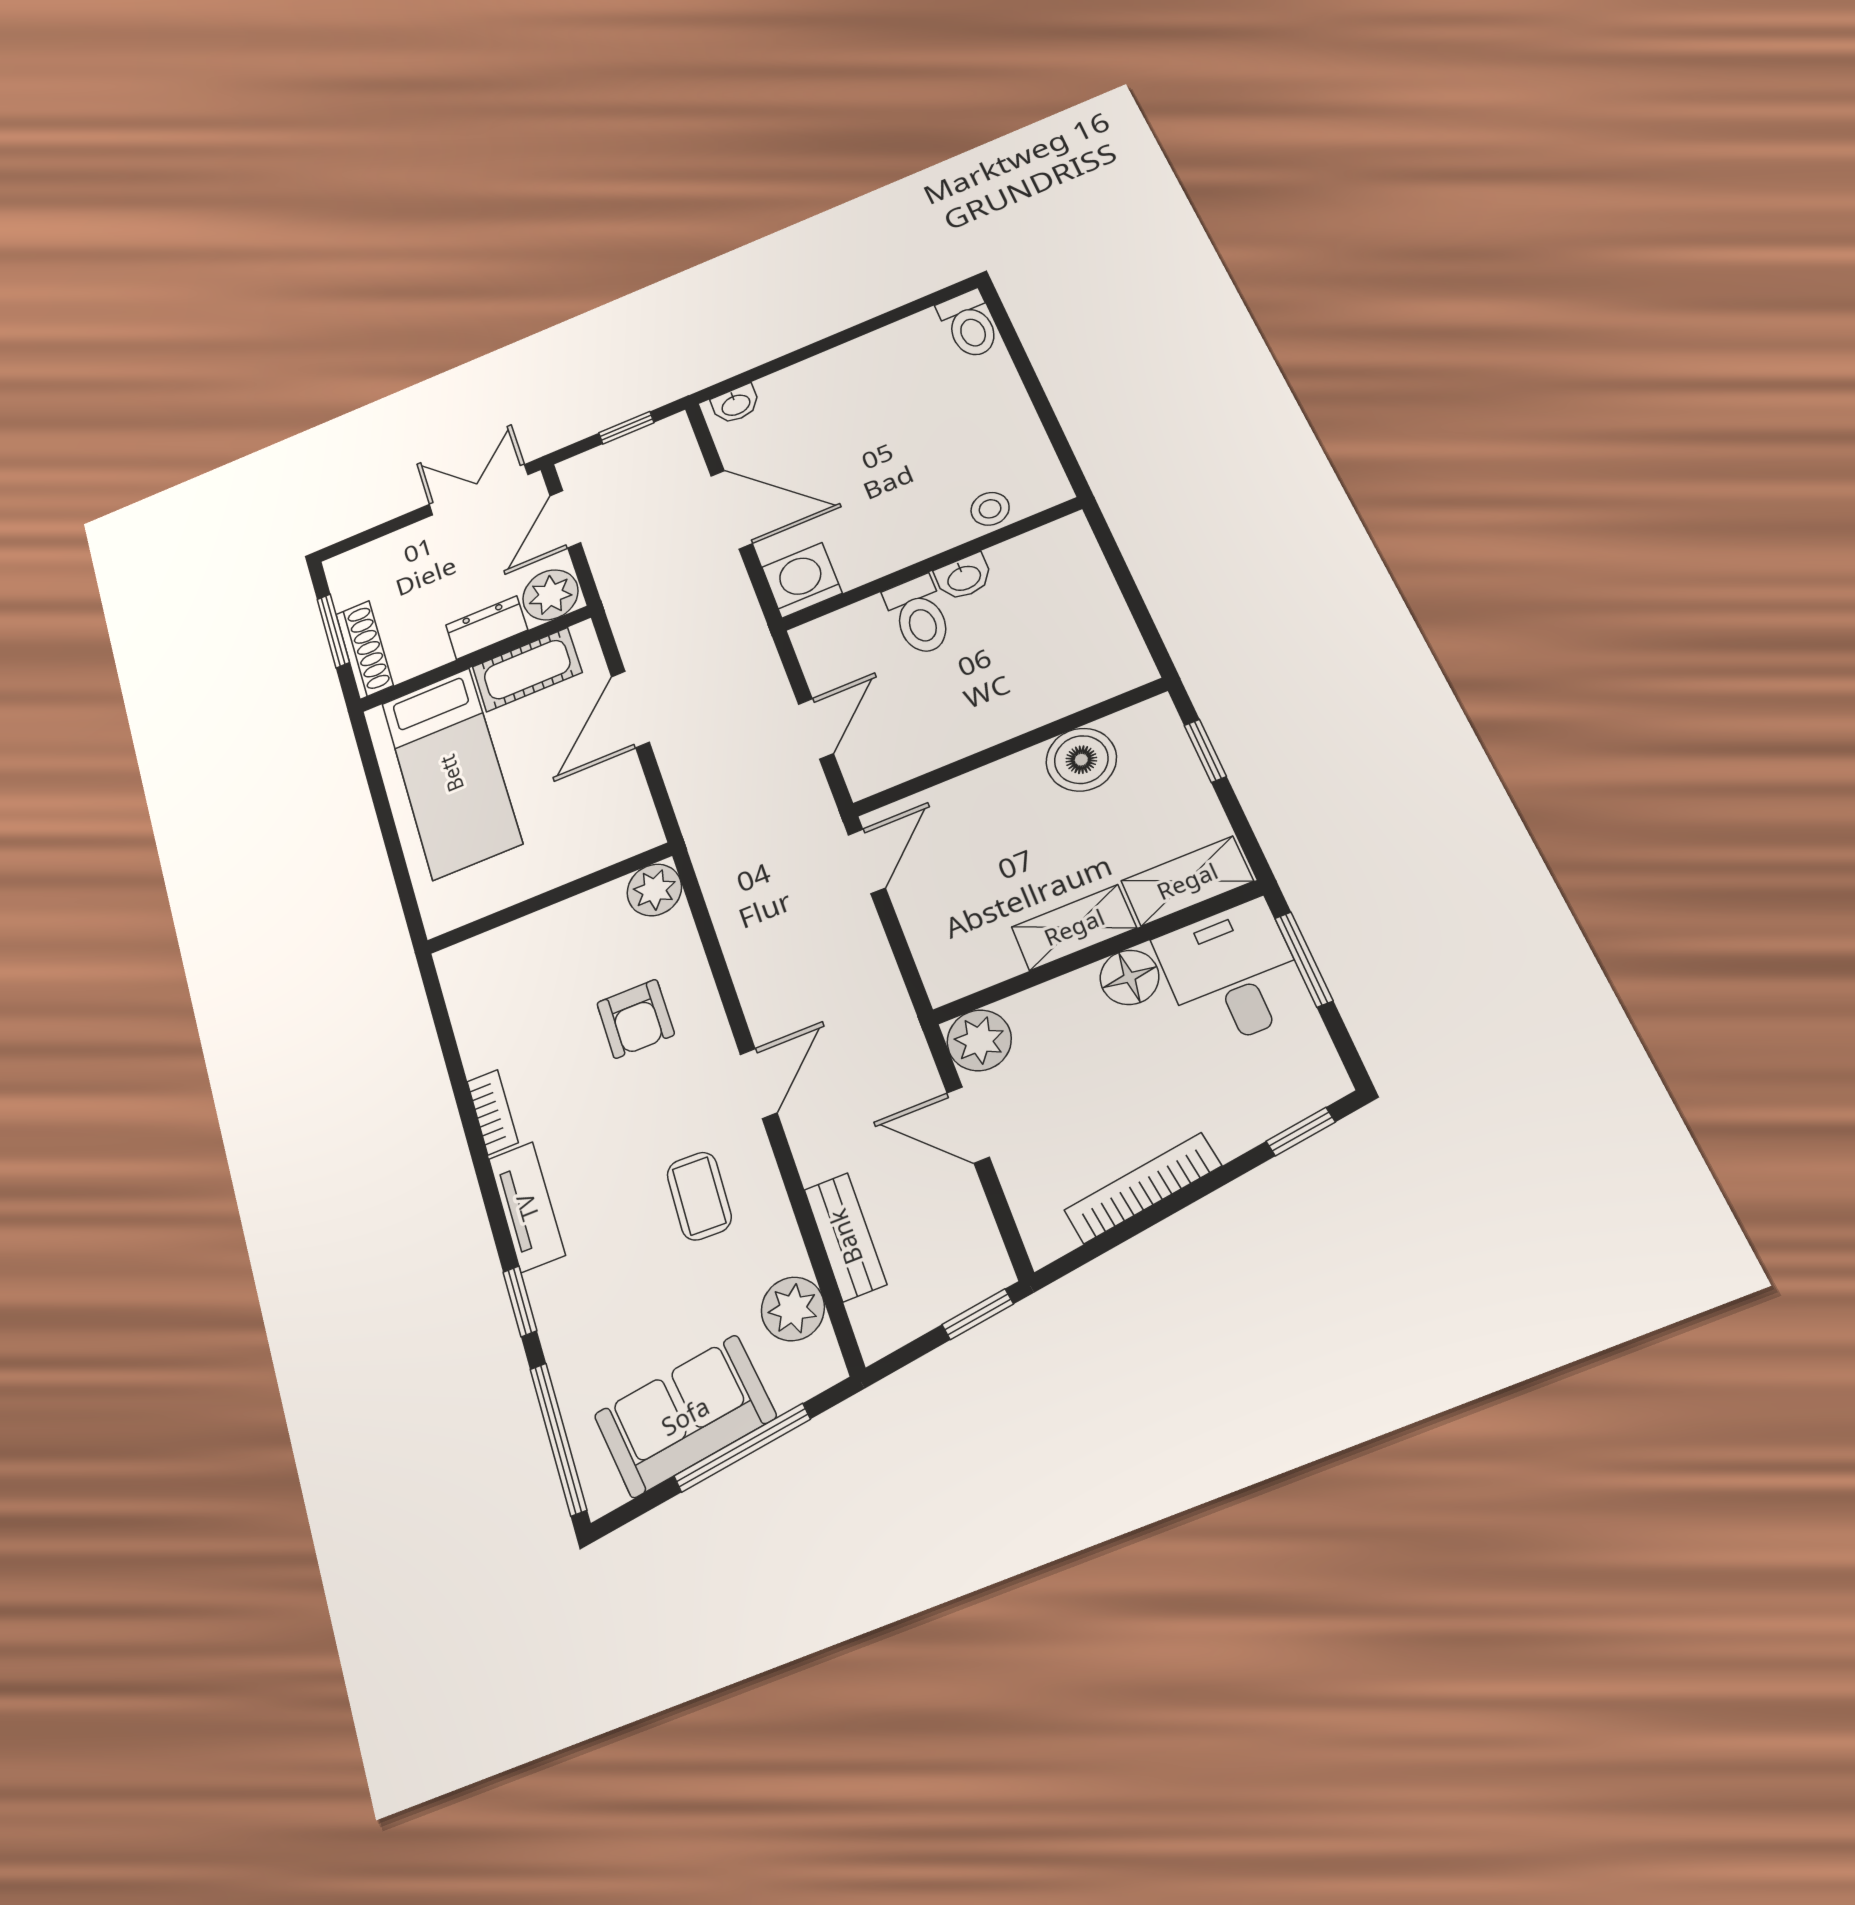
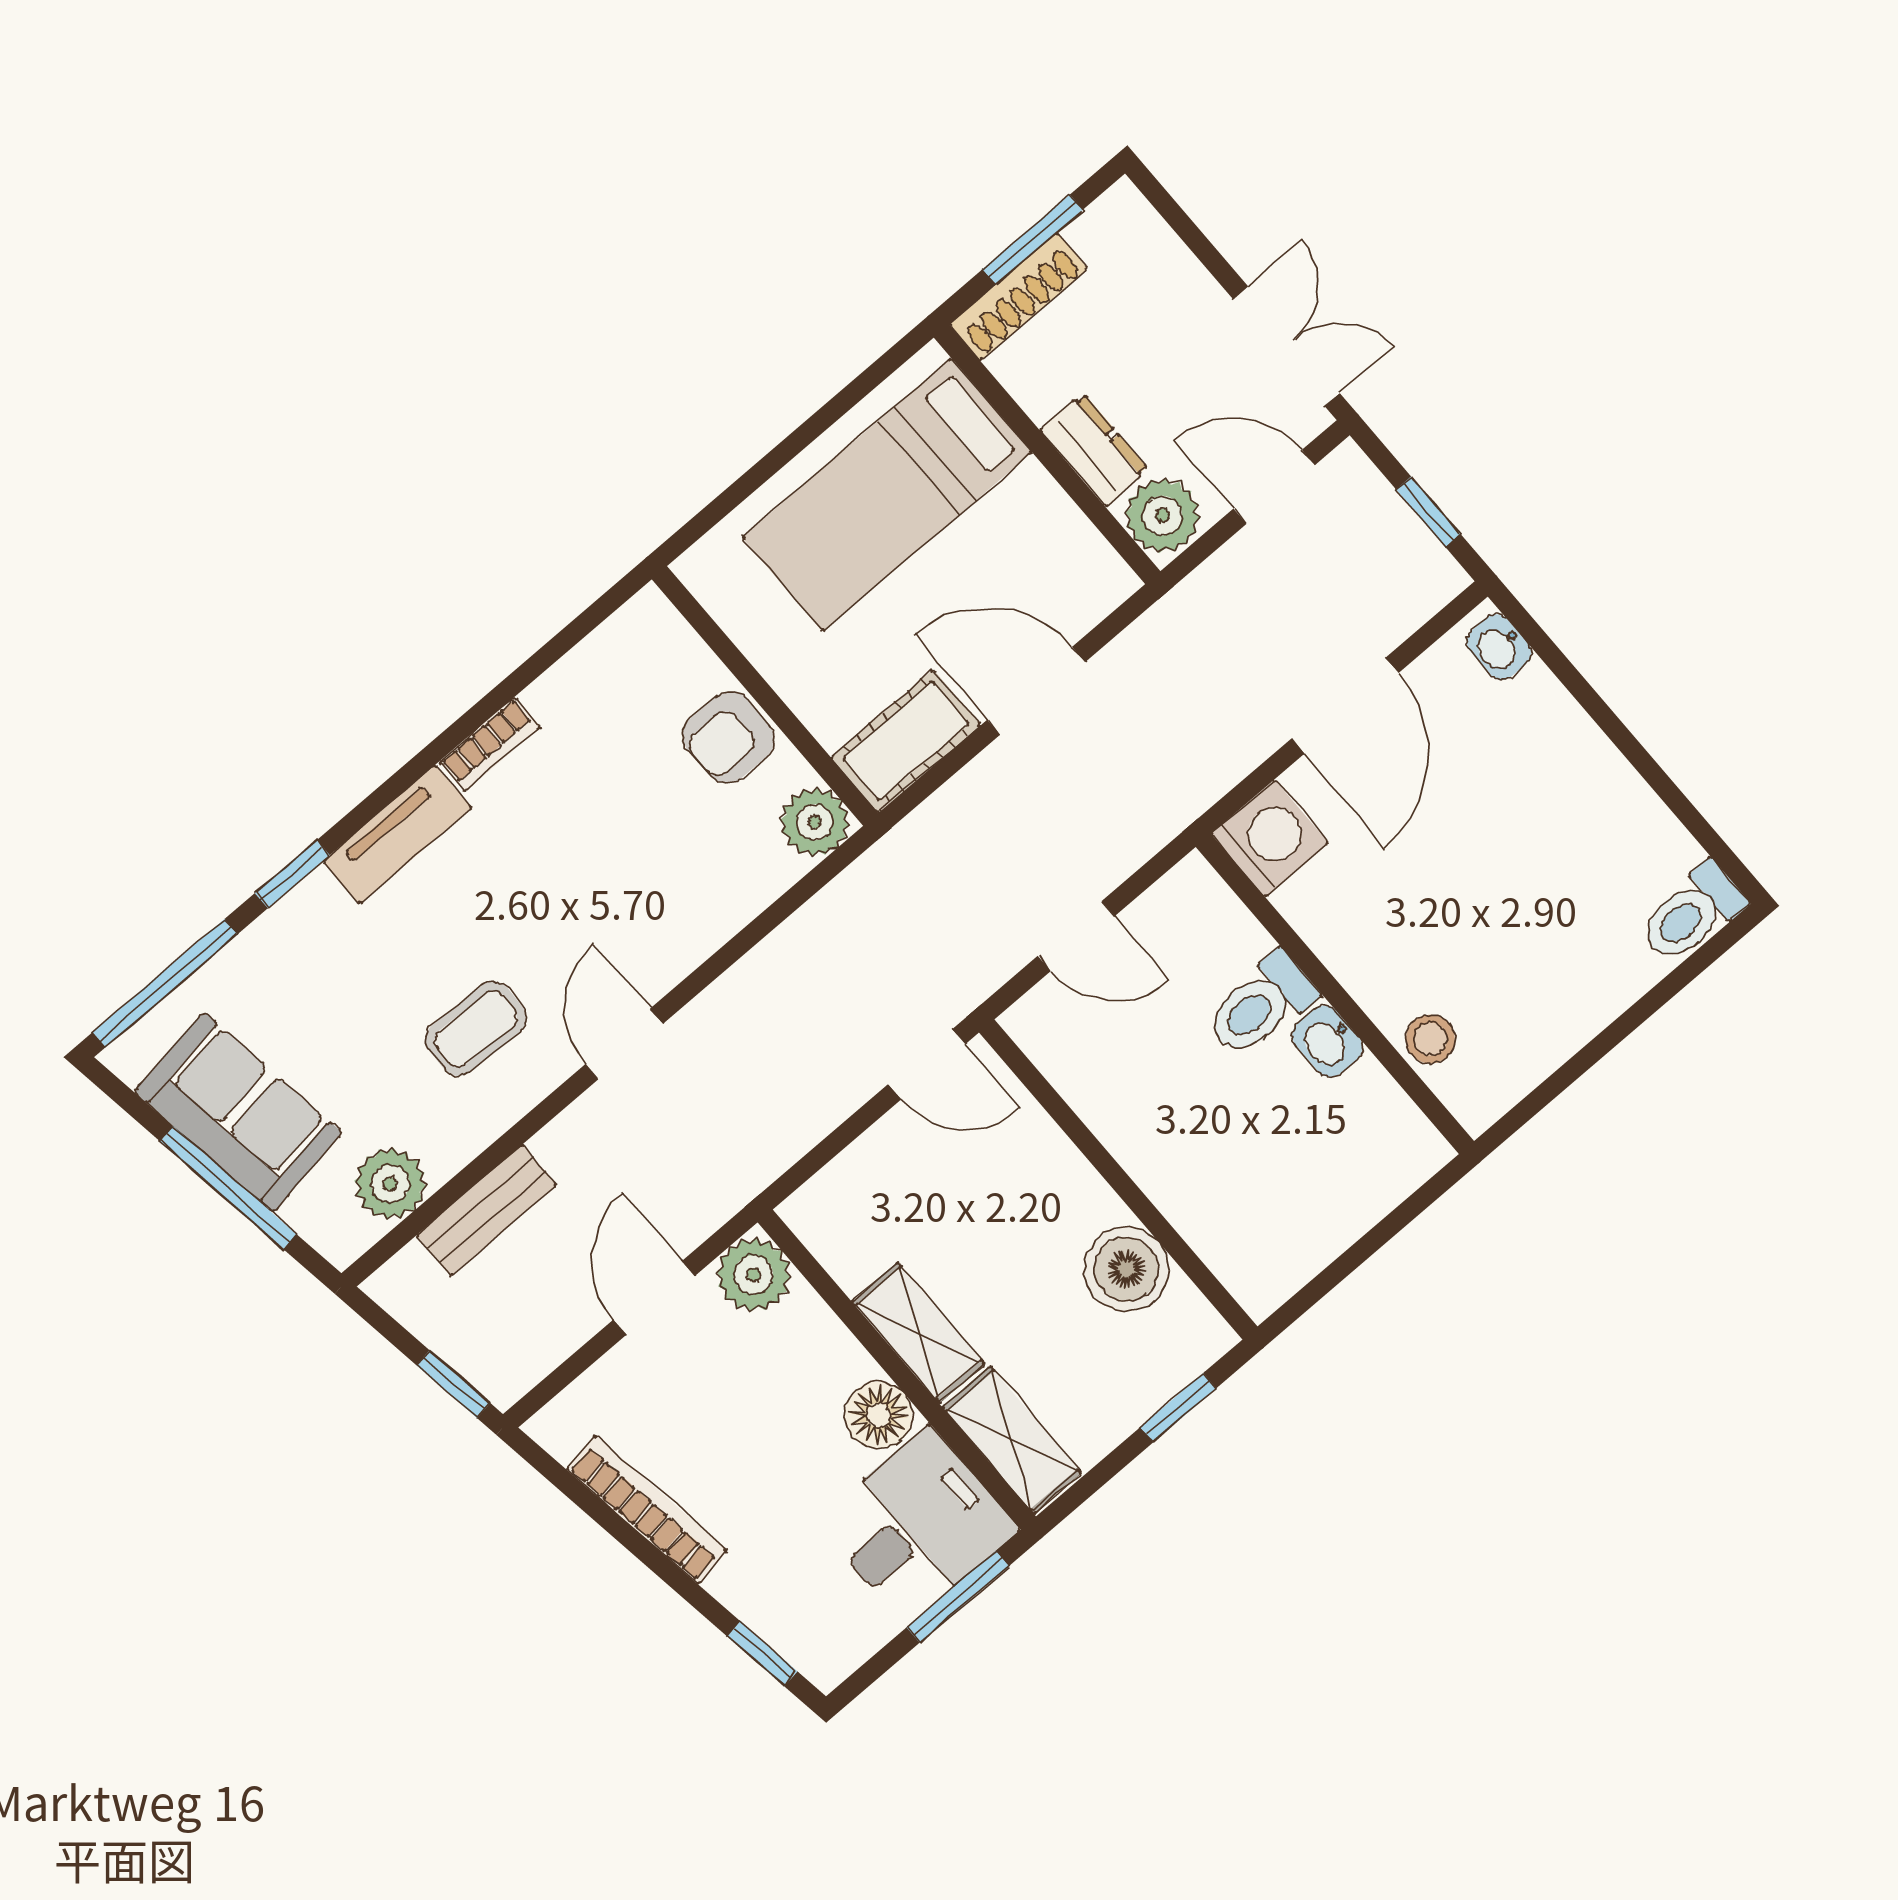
cot: (527, 670) -> (906, 741), moved, turned 90
armchair: (636, 1019) -> (729, 737), moved
door: (759, 1083) -> (624, 1044), swing flipped

